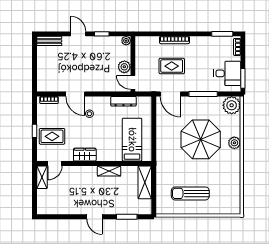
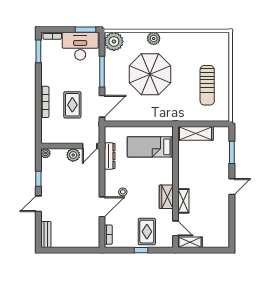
desk: (227, 73) -> (80, 46), width x1.37
shelving: (109, 171) -> (183, 201), moved

